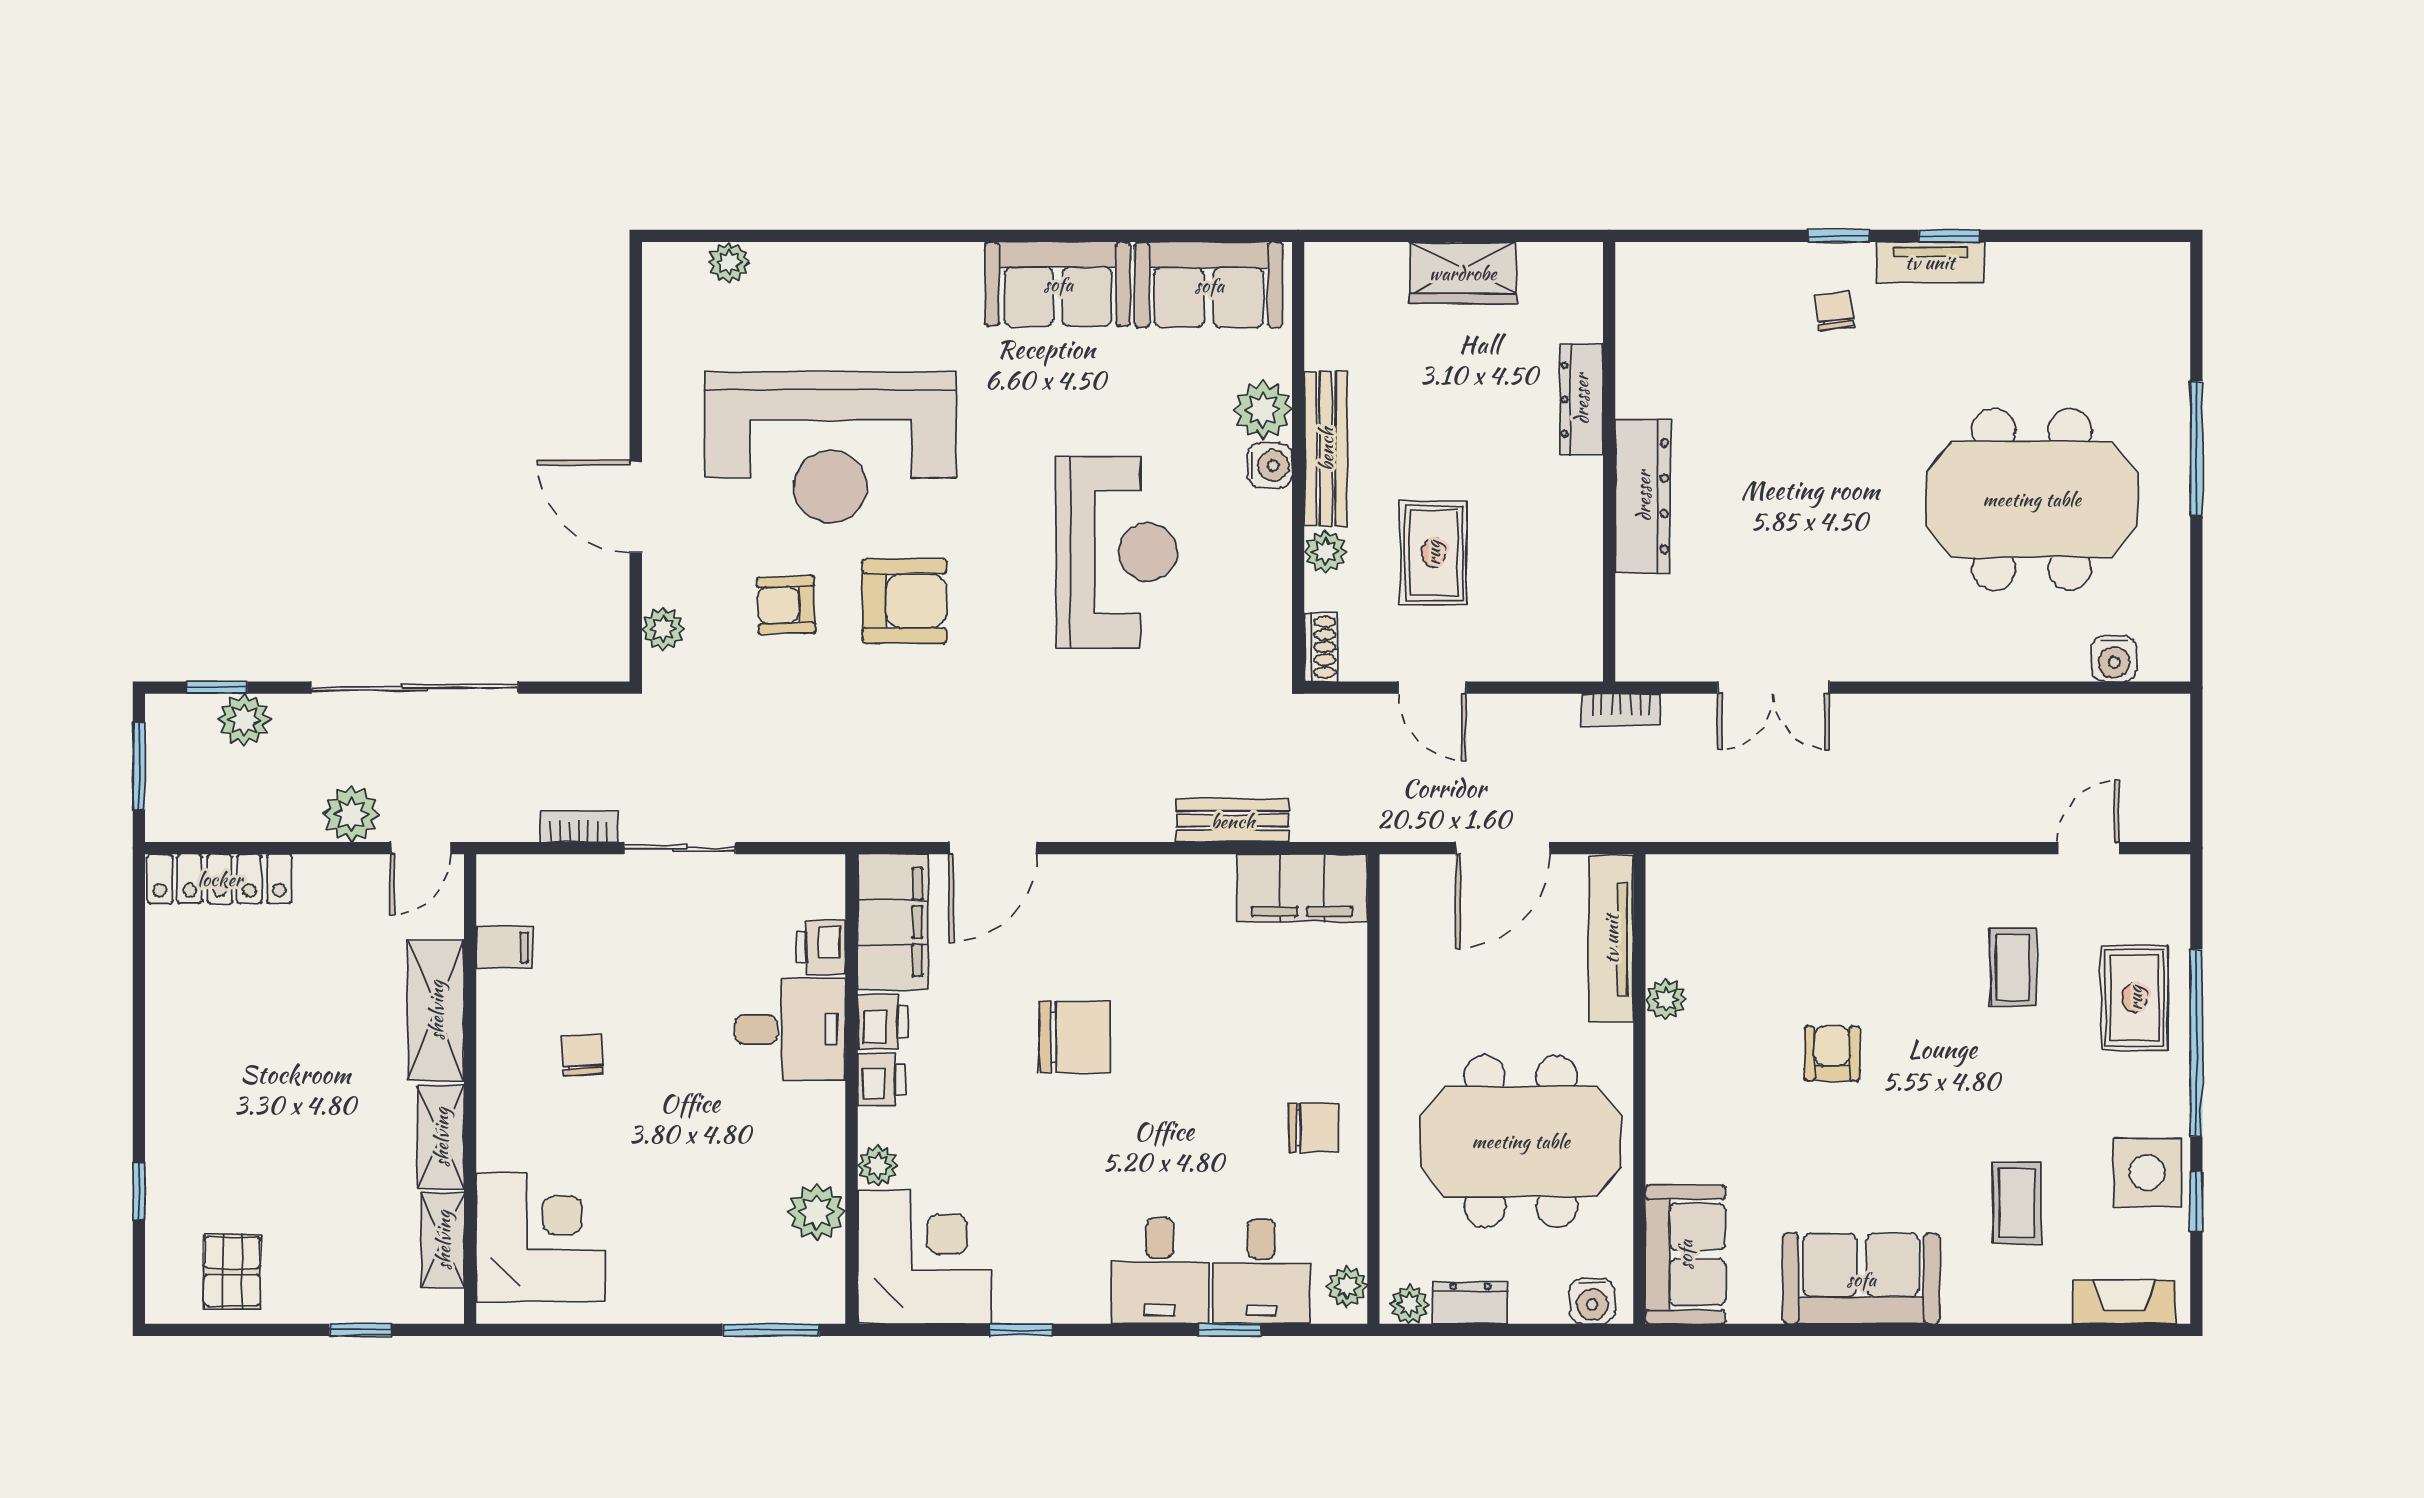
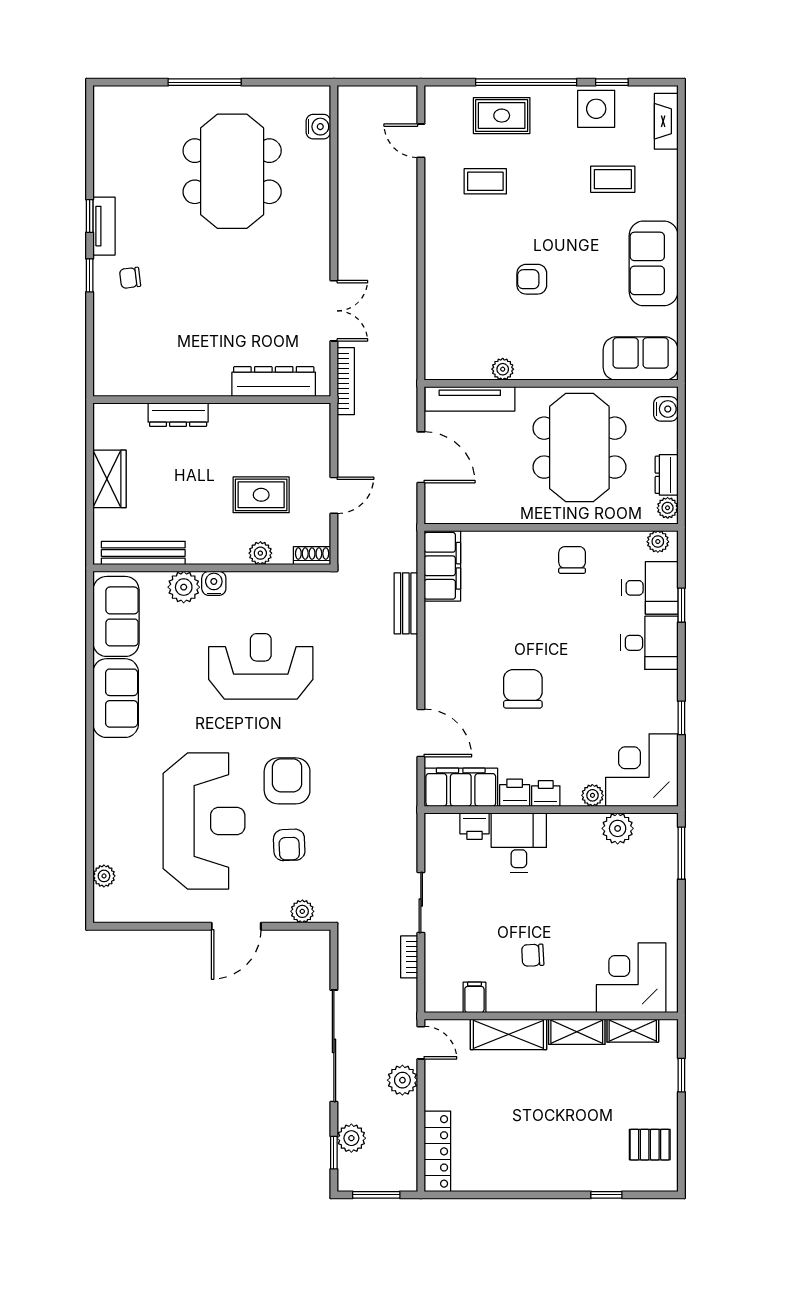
bench: (1326, 449) -> (143, 553), moved
dresser: (1643, 496) -> (274, 382), moved
bookcase: (1621, 709) -> (346, 381), width x1.56

